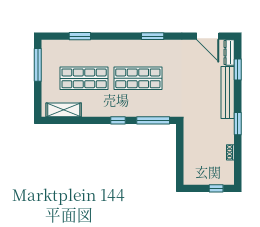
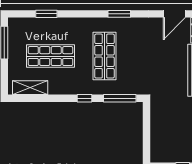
door: (208, 36) -> (174, 14), hinge flipped
shop shelf: (138, 78) -> (104, 56), turned 90

